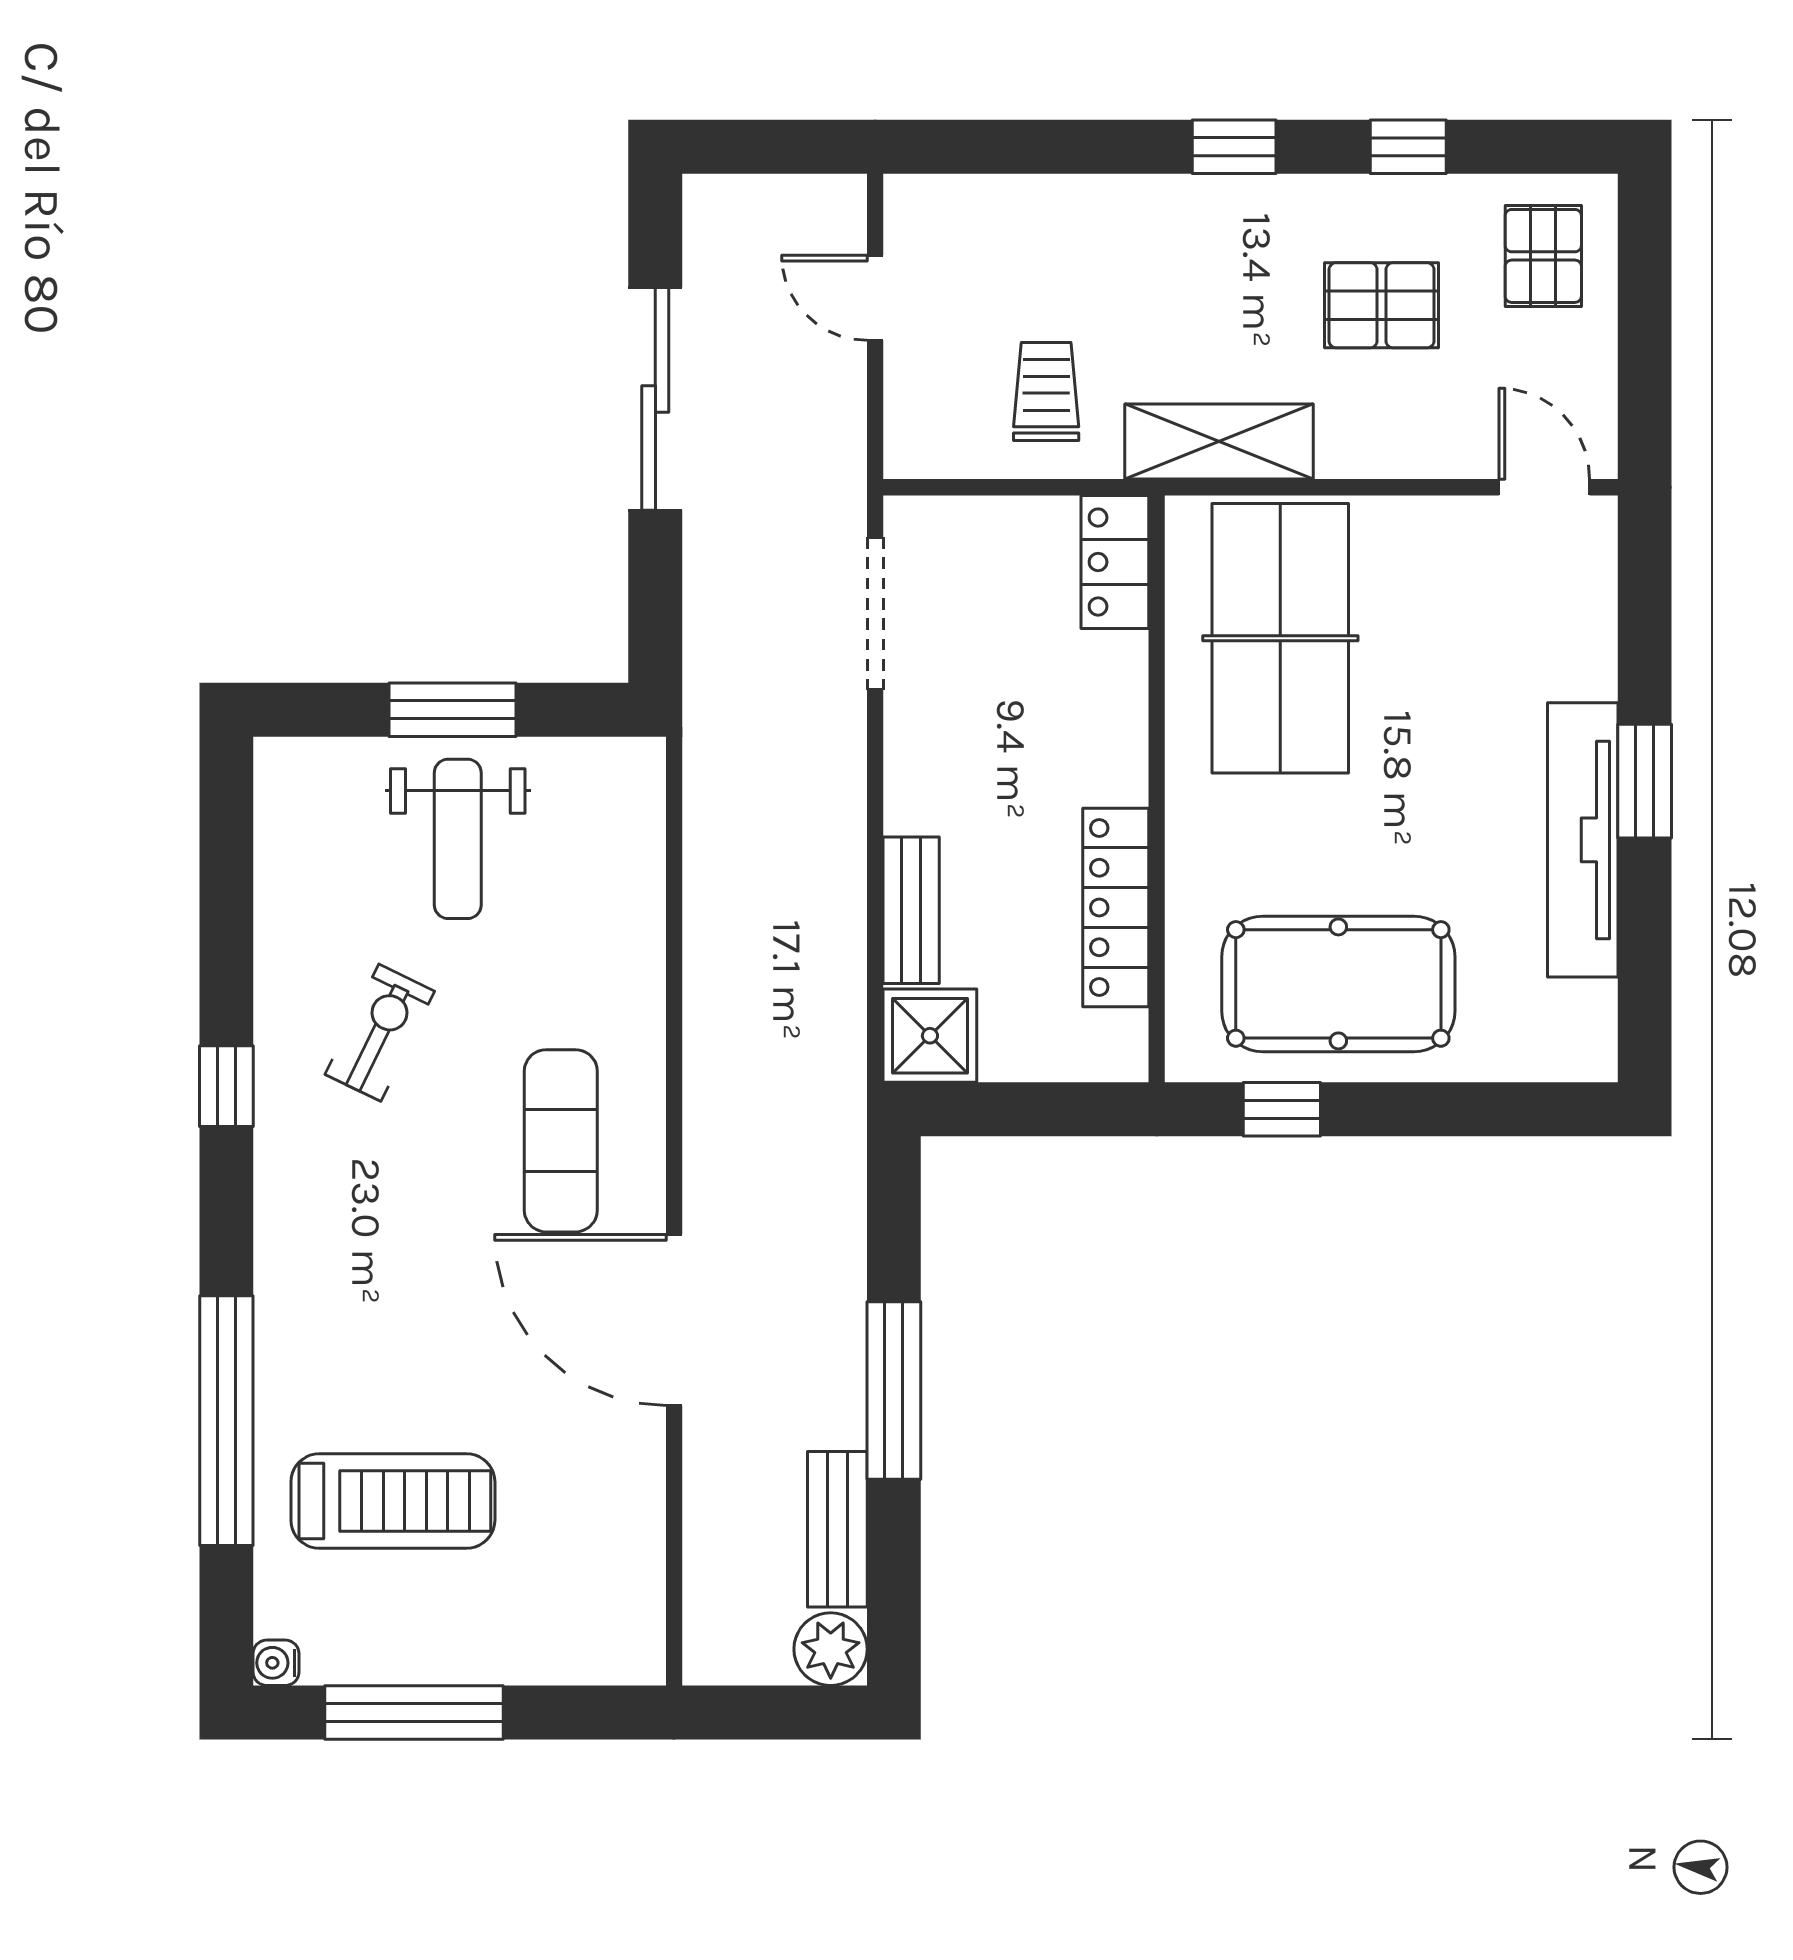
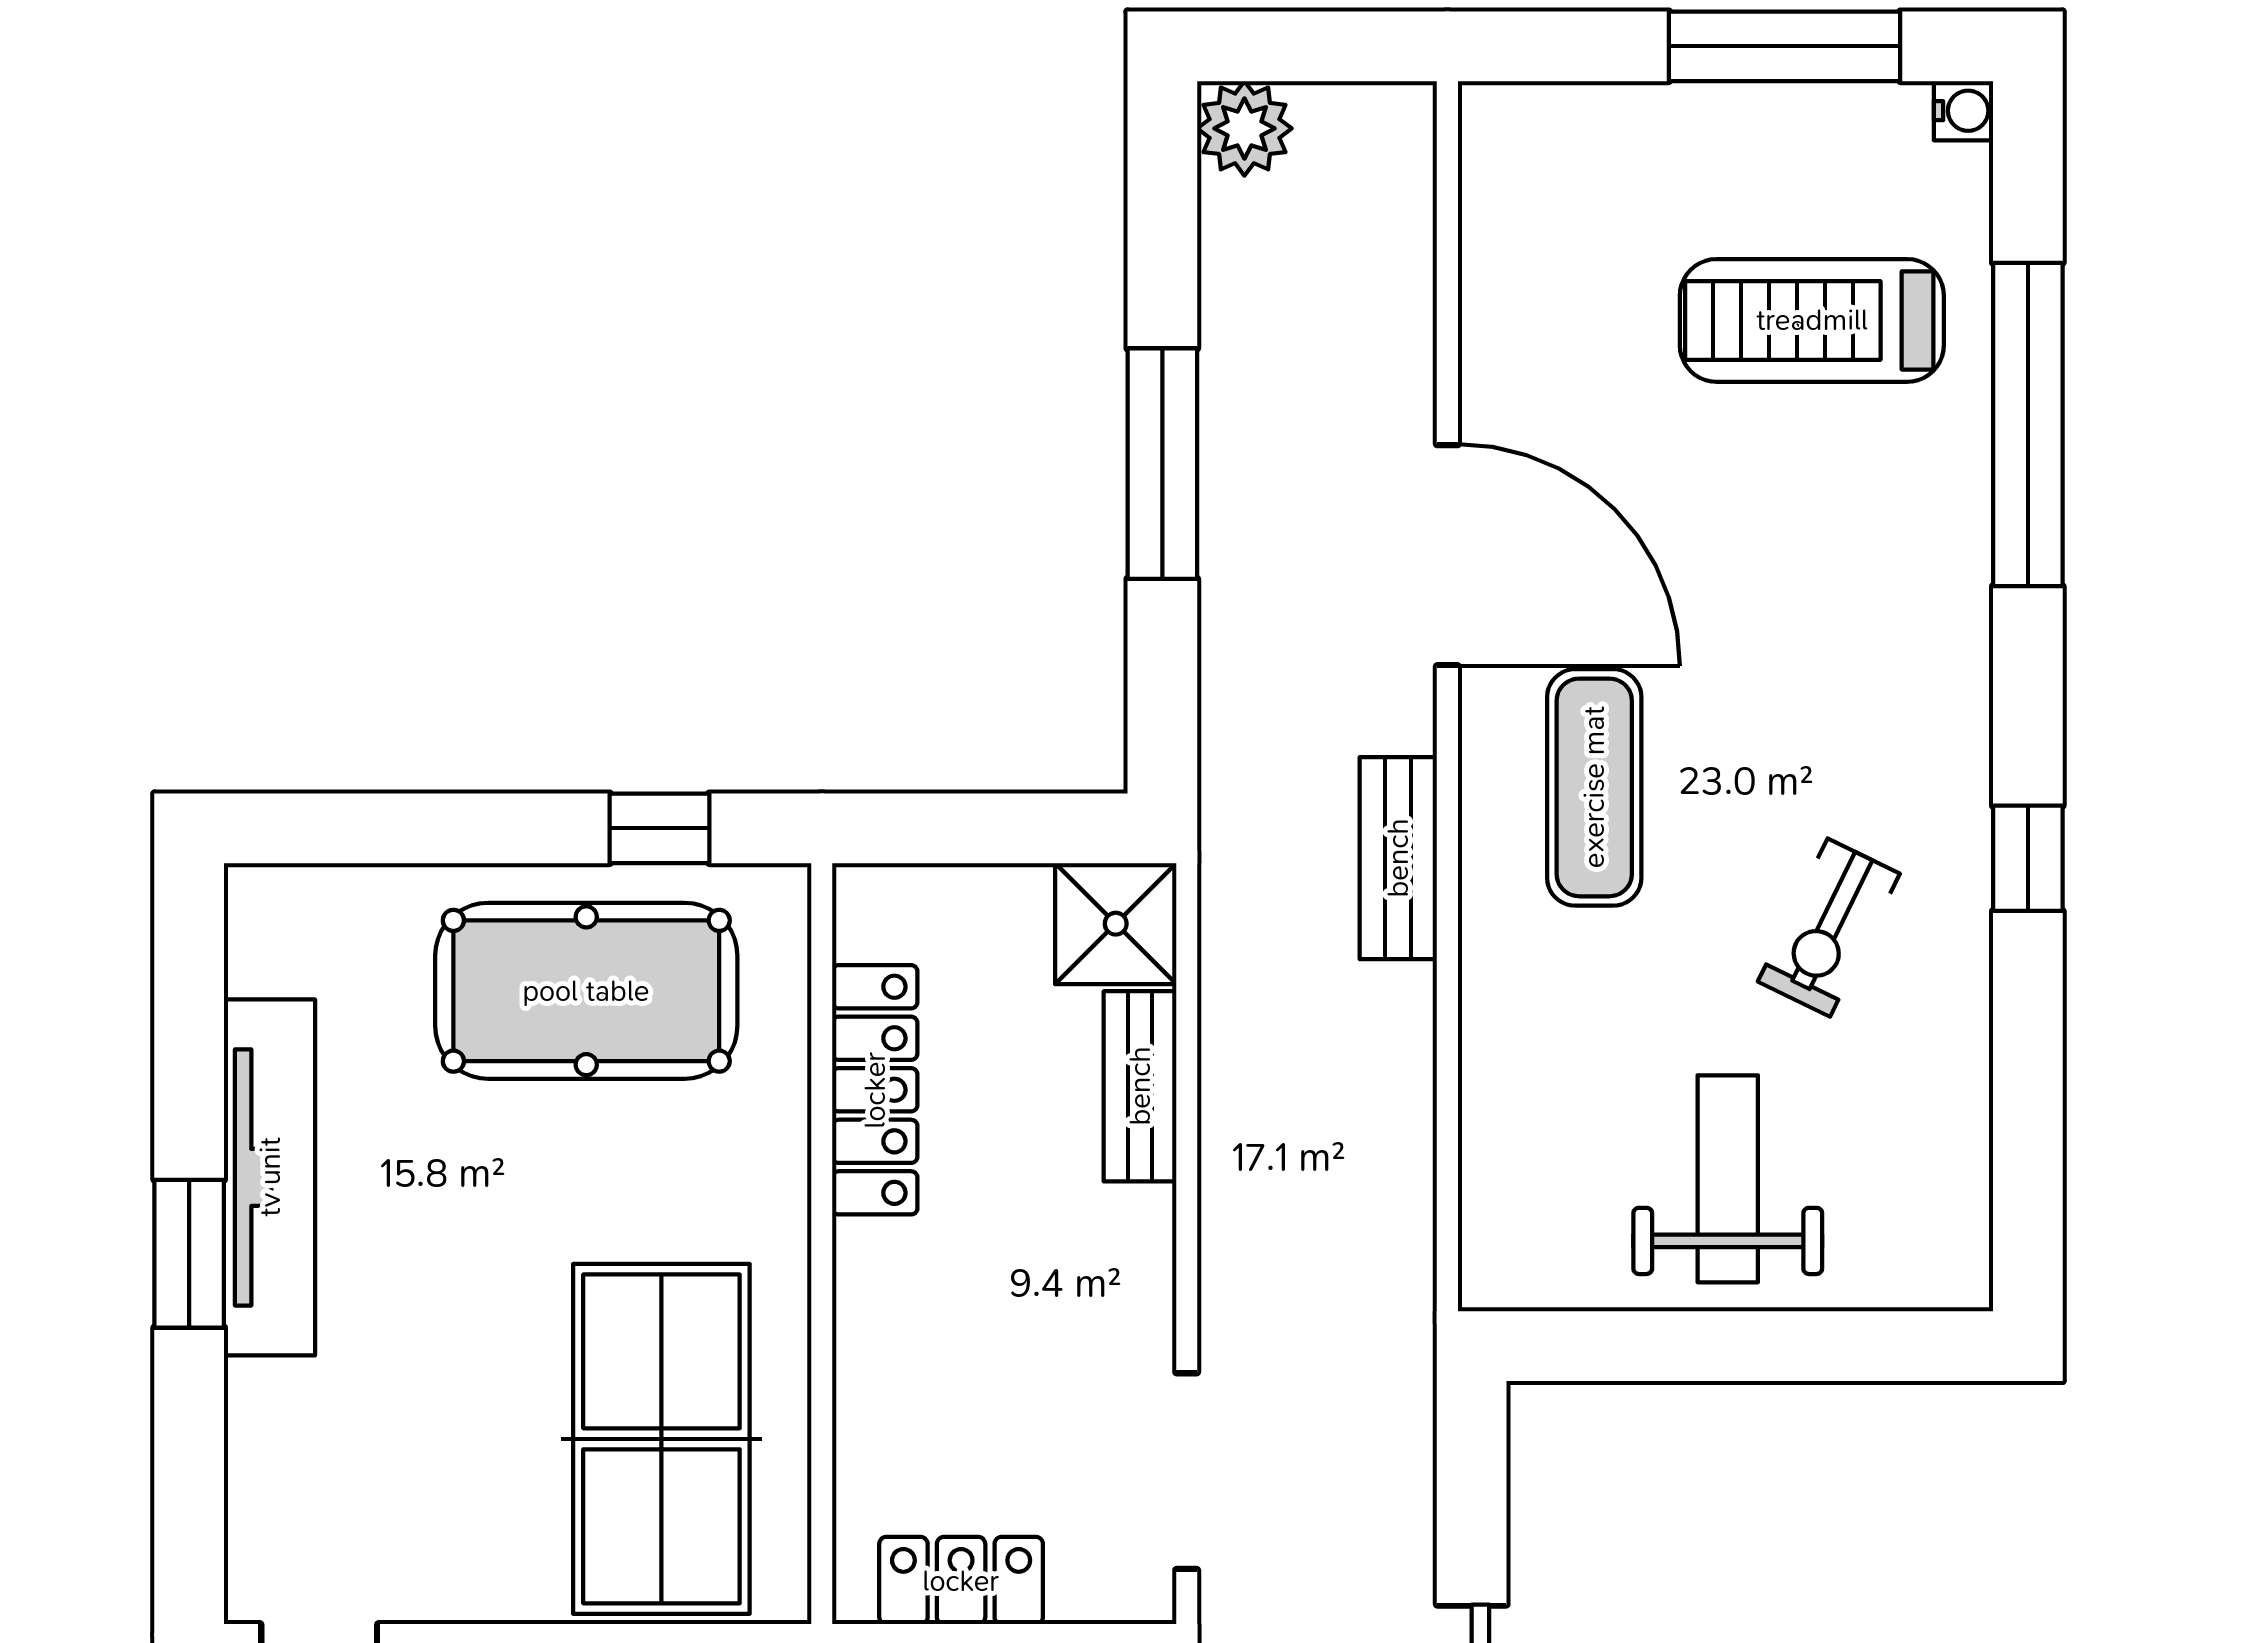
locker: (1115, 562) -> (961, 1581), moved, turned -90
window: (453, 710) -> (1734, 1346), removed
bench: (837, 1529) -> (1398, 858), moved

